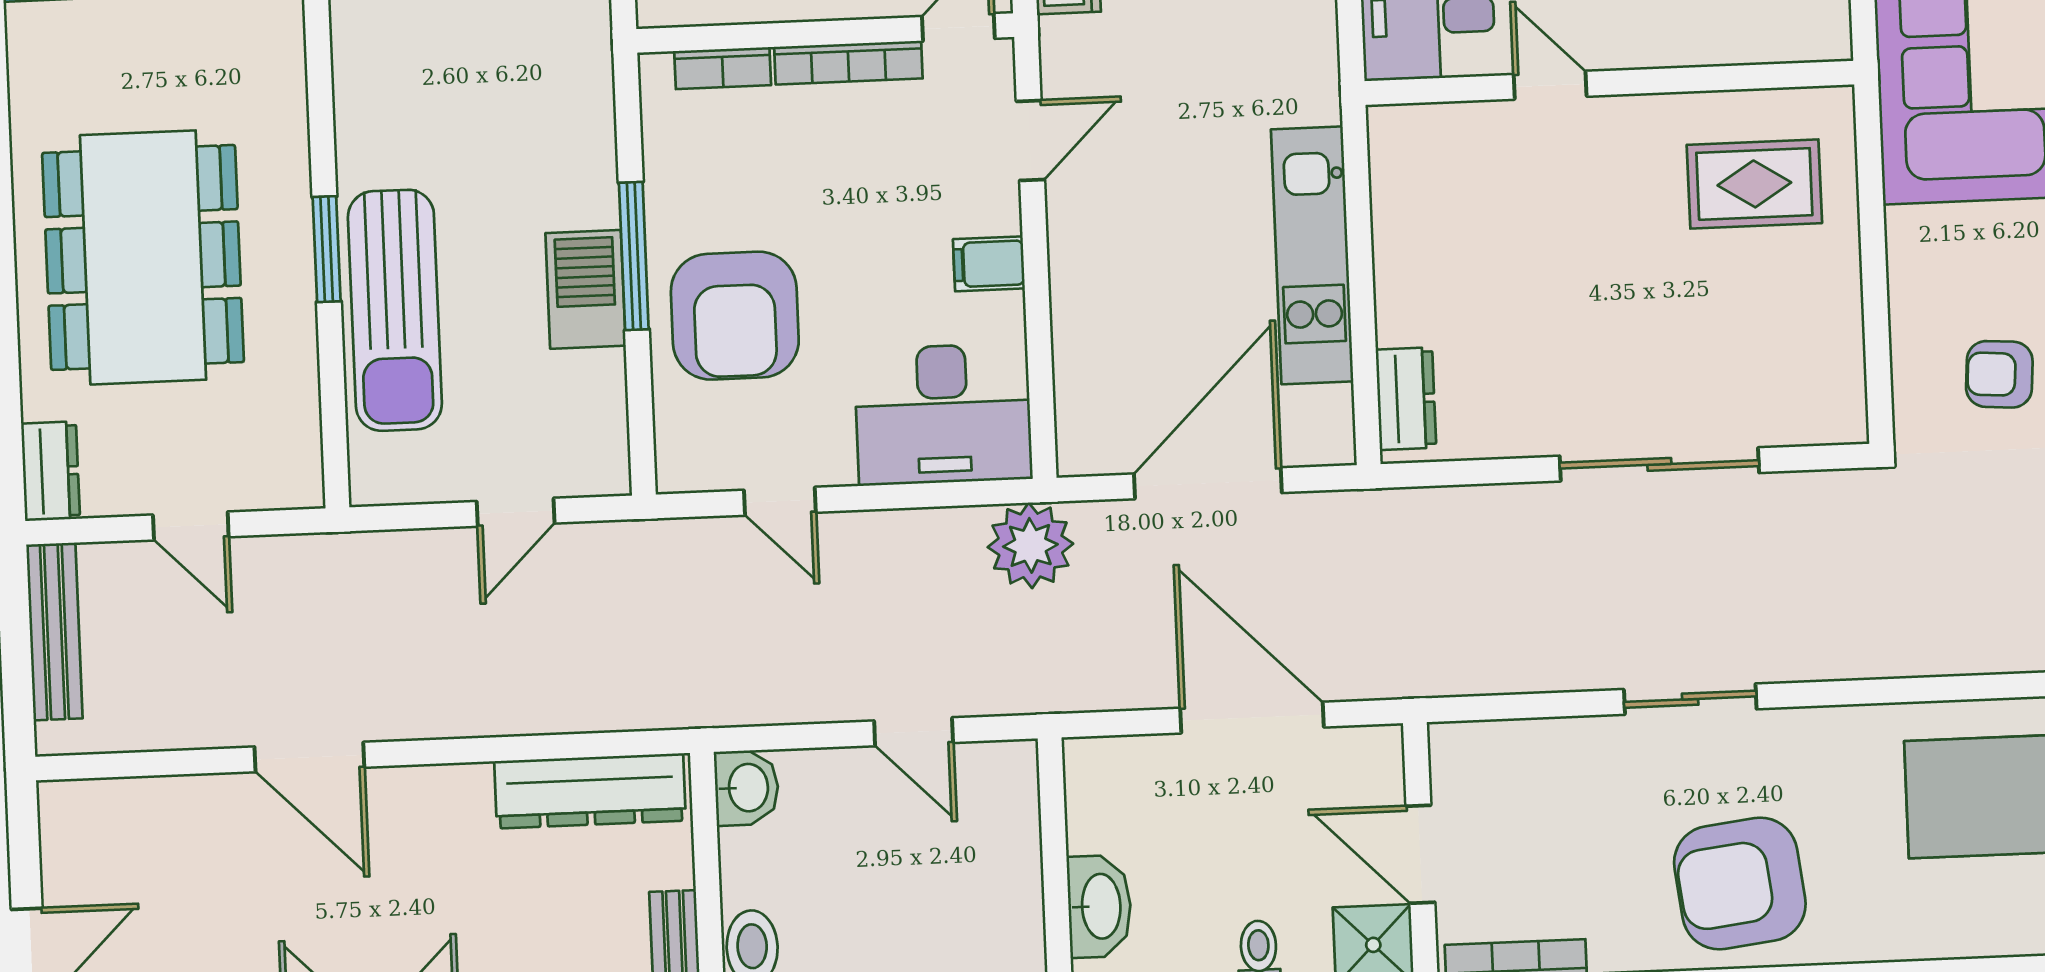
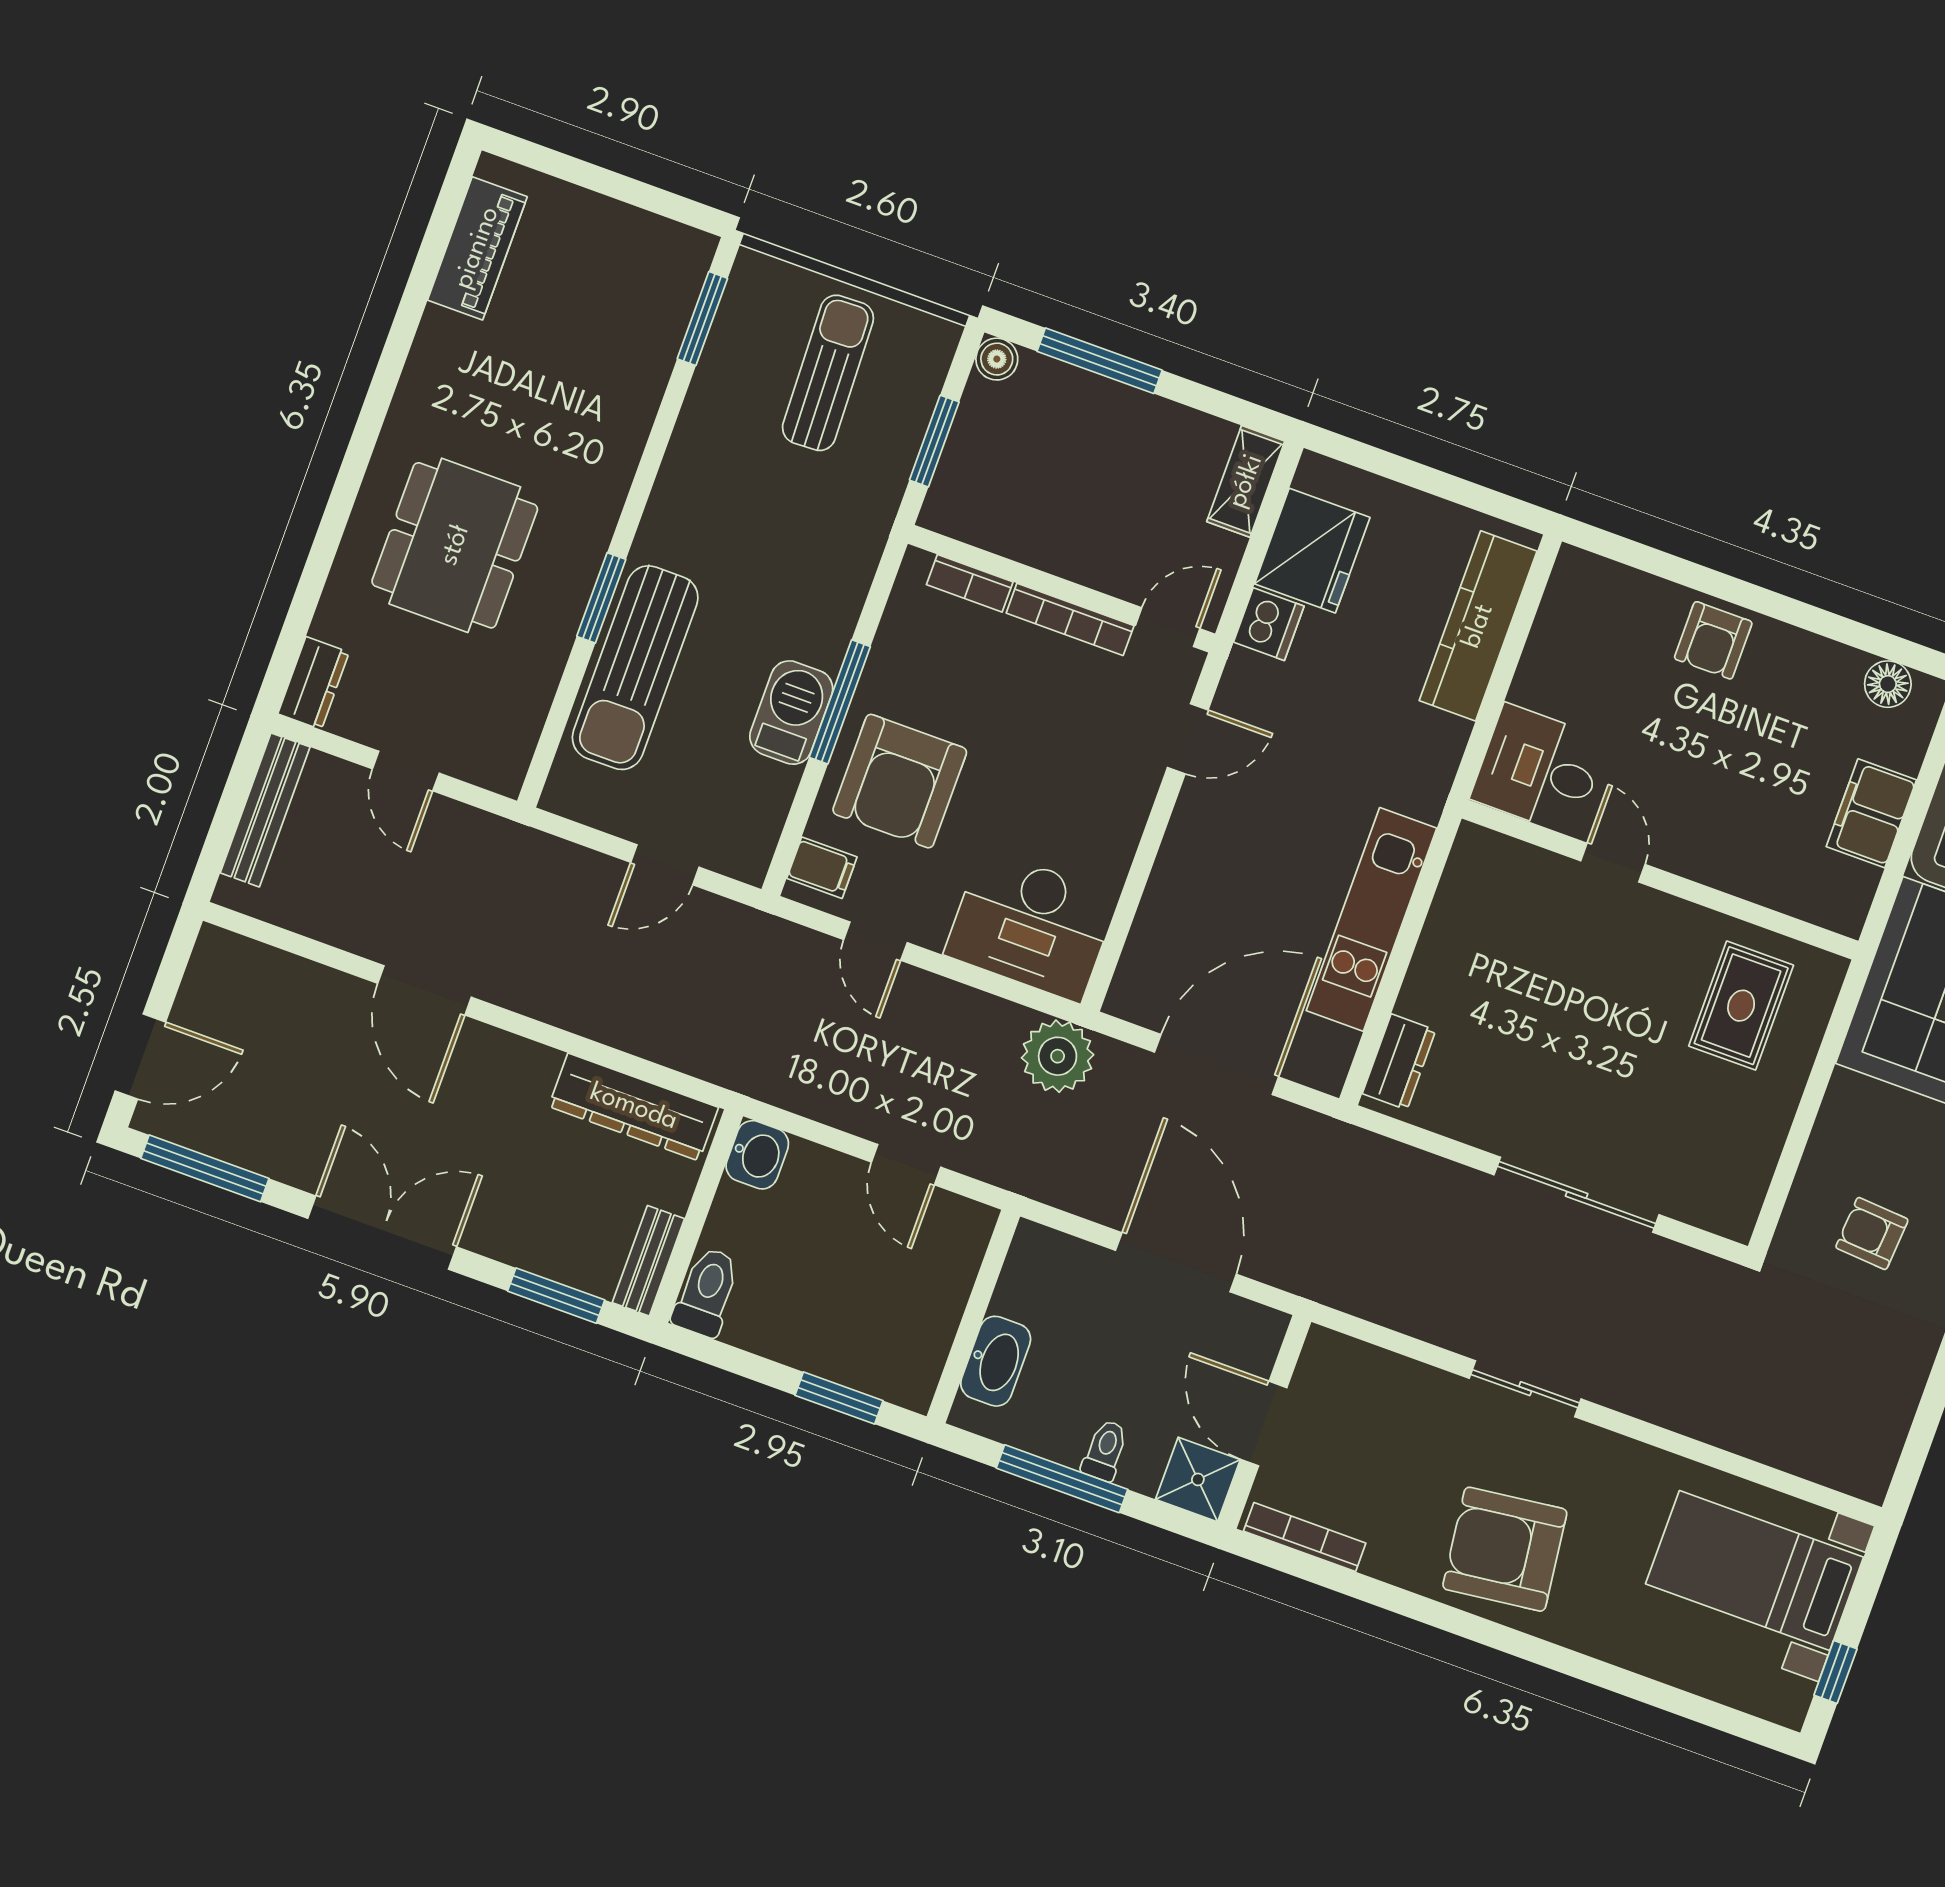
rug: (1754, 184) -> (1741, 1006), turned 90
dining table: (143, 257) -> (455, 545), width x0.73, depth x0.80
filing cabinet: (989, 264) -> (822, 868), moved, turned 180

